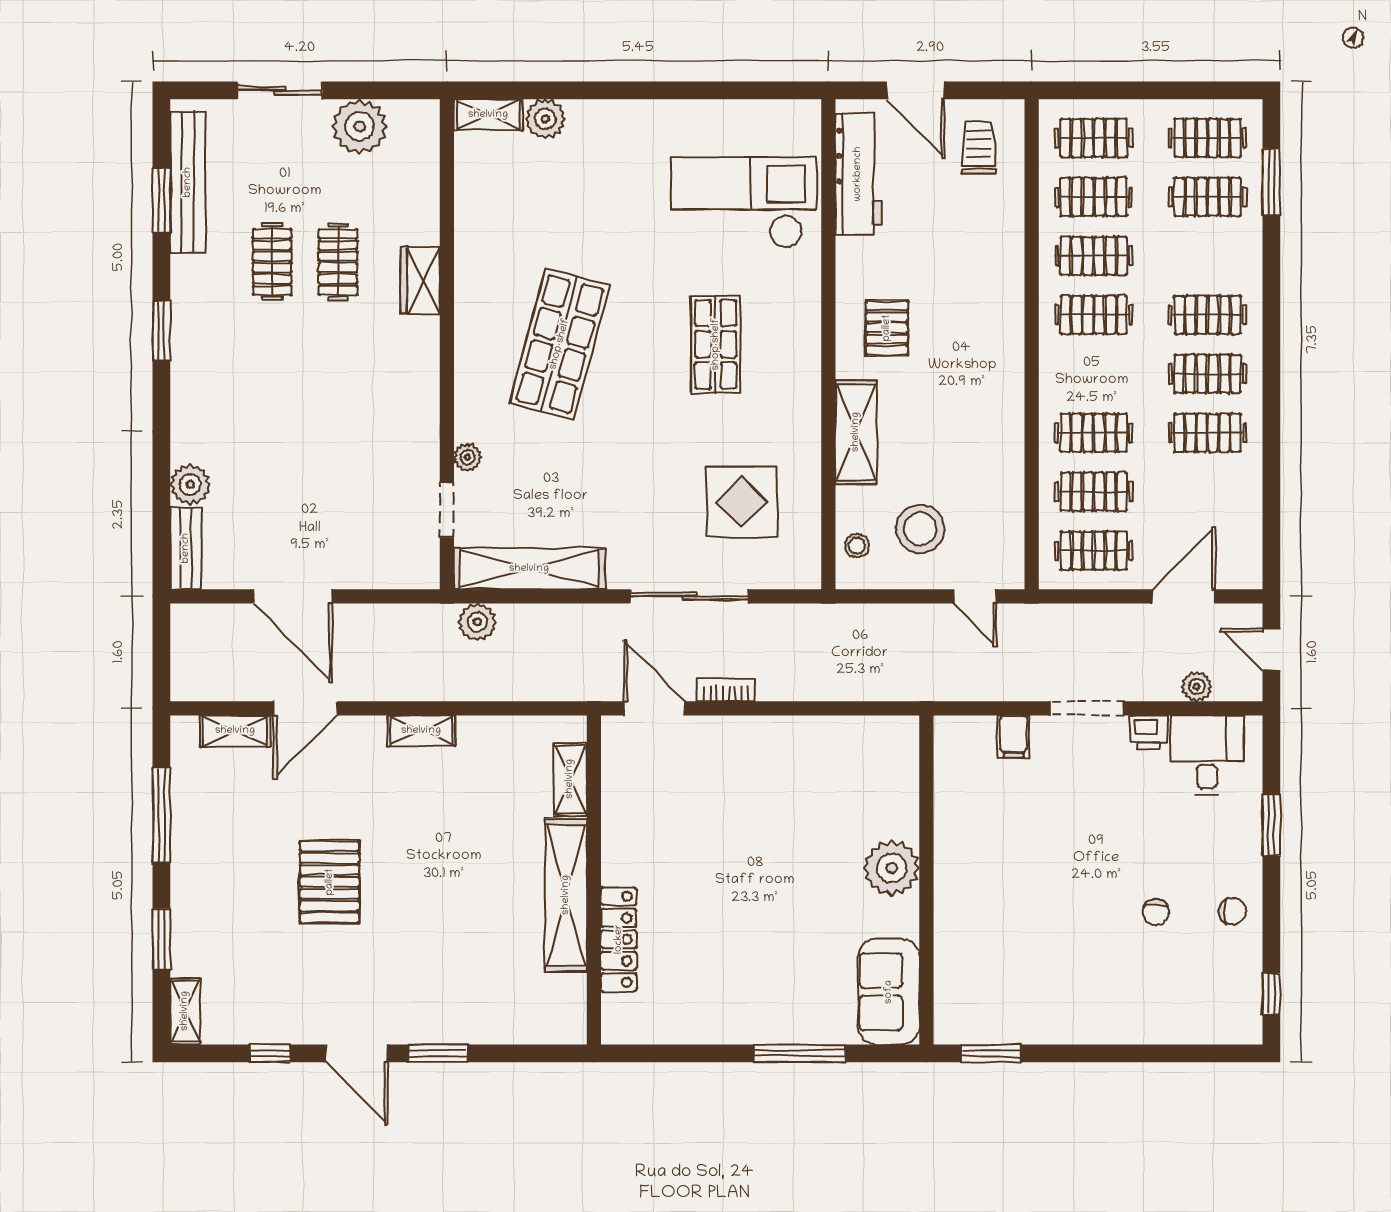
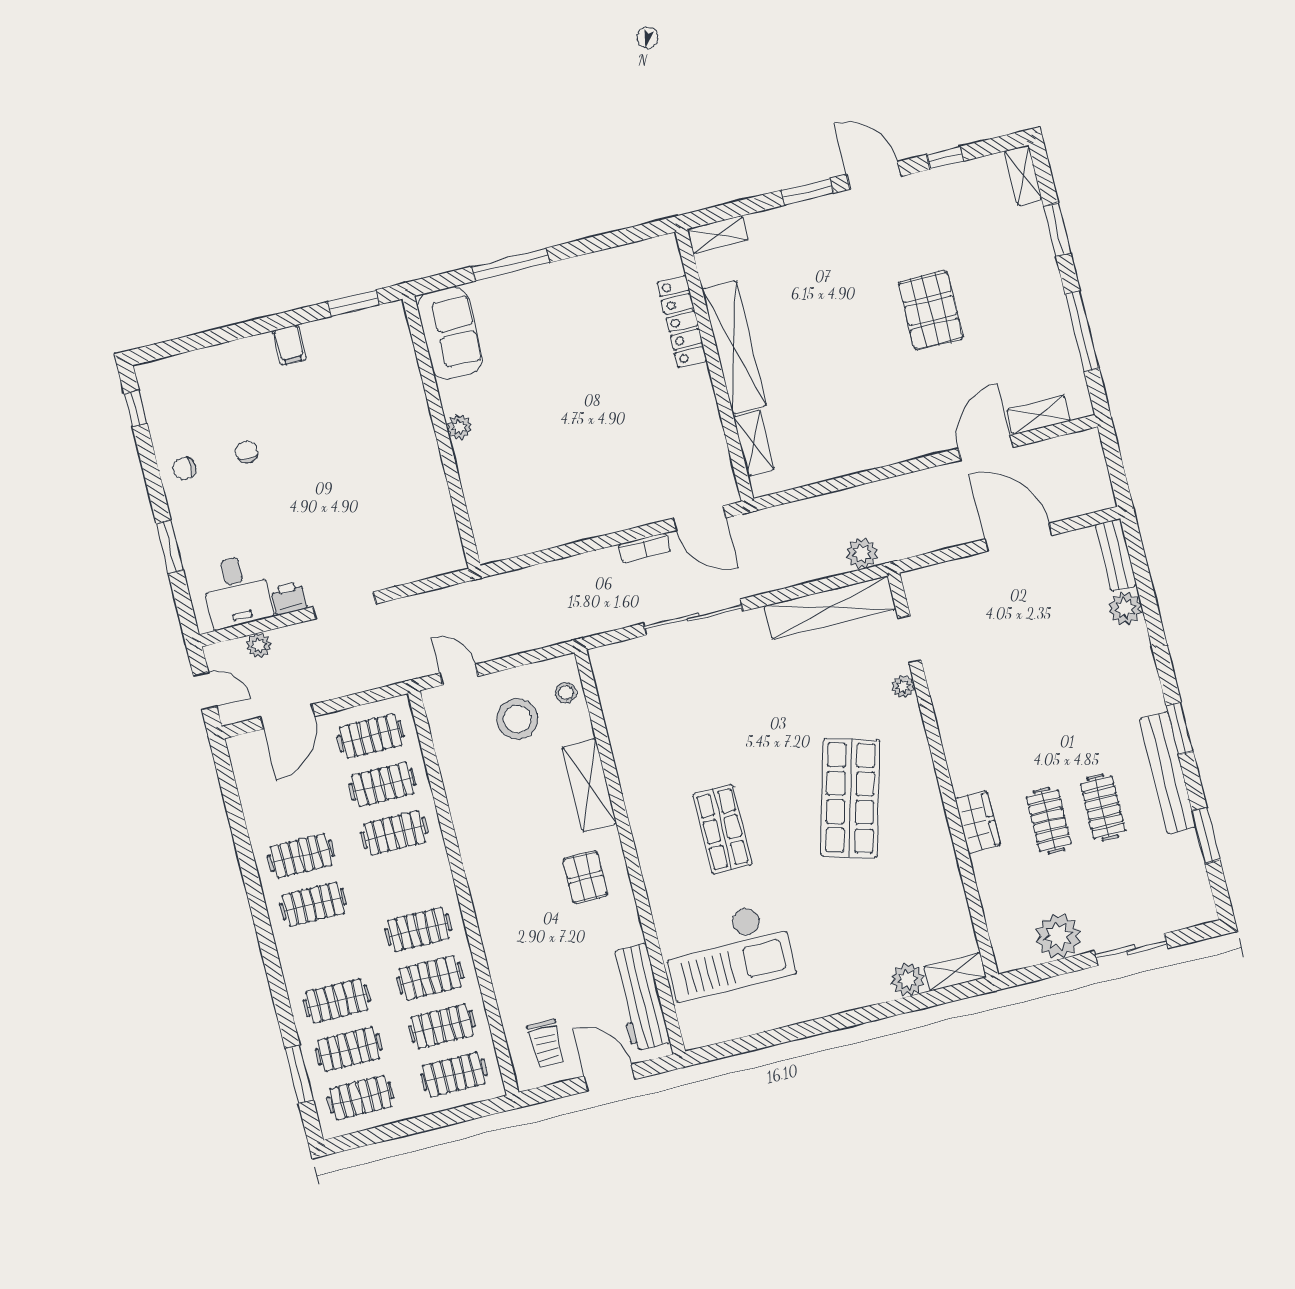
bench: (188, 182) -> (1168, 773), moved
clothes rail: (1207, 315) -> (337, 1001), moved
display table: (742, 502) -> (669, 705), removed
shelving: (421, 731) -> (718, 235), moved
filing cabinet: (1014, 737) -> (289, 345), moved, turned 180
plant: (892, 868) -> (459, 427), width x0.53, depth x0.53

